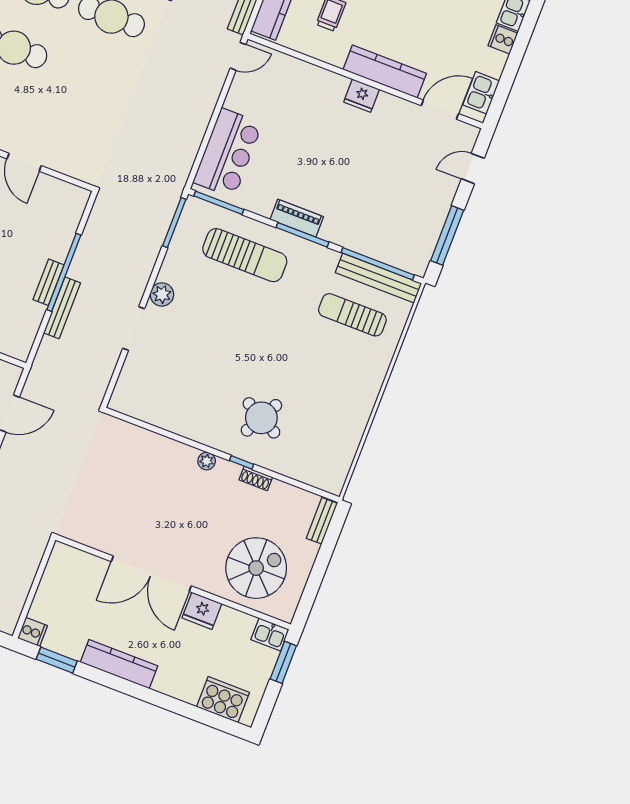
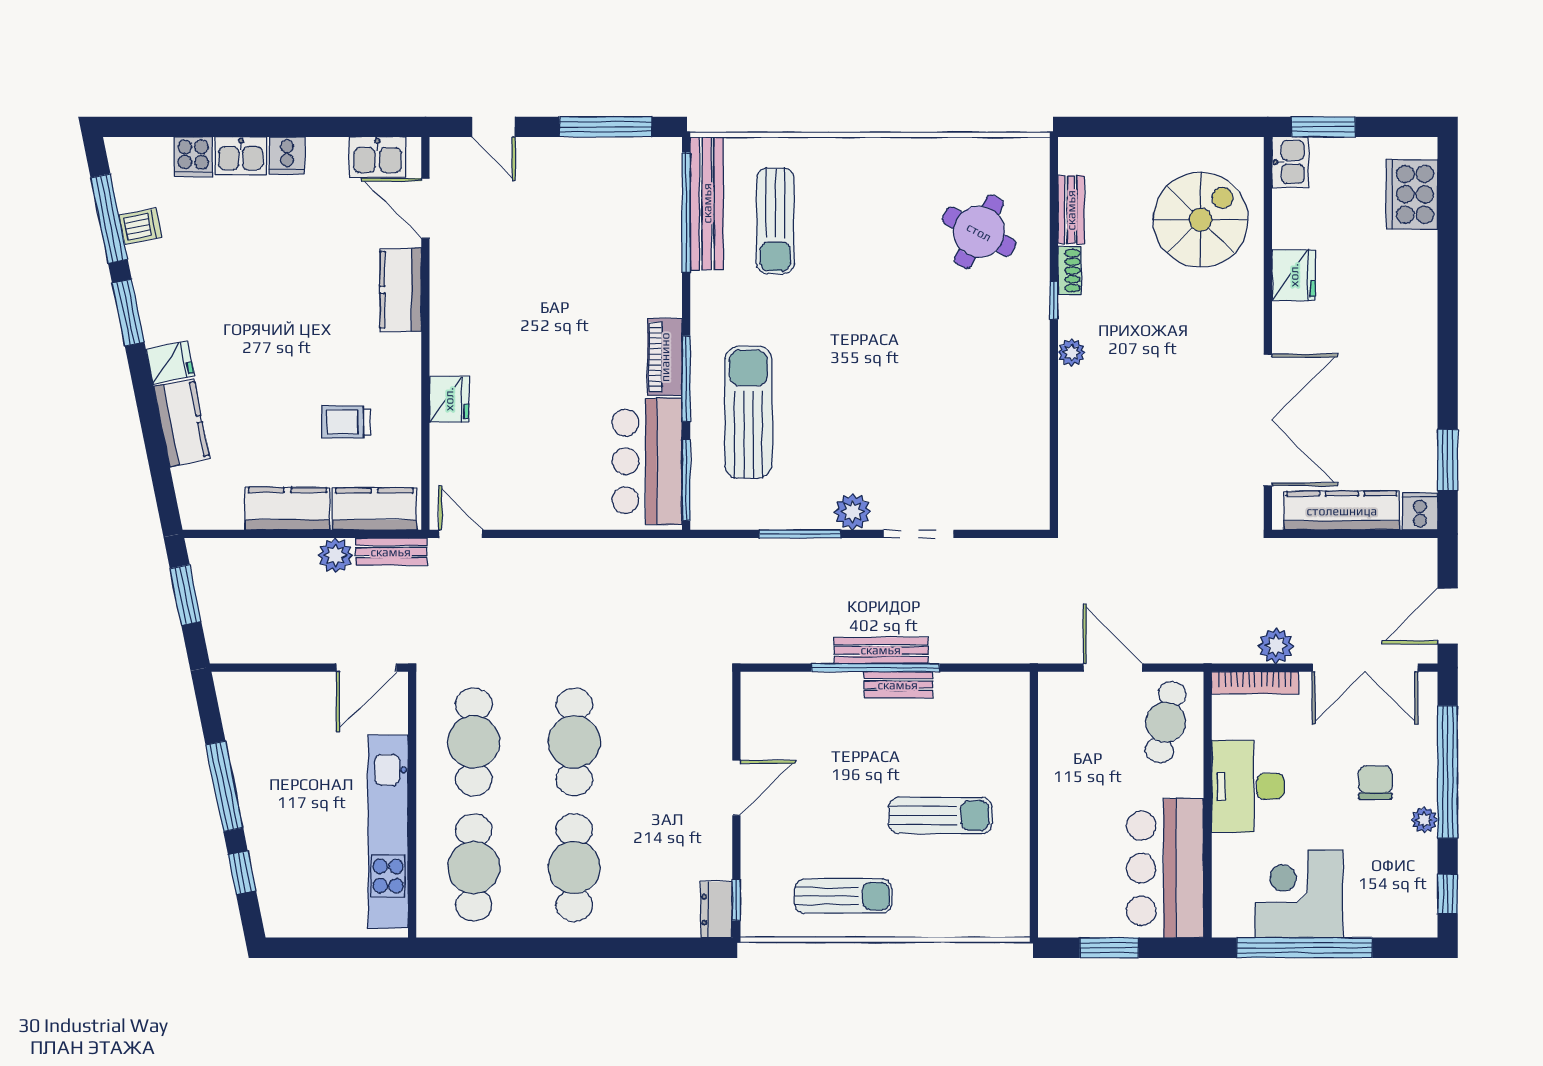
kitchen counter: (385, 72) -> (401, 290), width x0.67
cafe table: (89, 76) -> (574, 742), added
fridge: (362, 96) -> (449, 399), moved
bar counter: (228, 153) -> (647, 461), moved, turned -90
window: (174, 223) -> (800, 534), moved
window: (303, 235) -> (686, 379), moved
bench: (62, 308) -> (881, 650), moved
round table: (261, 418) -> (979, 232), moved
bench: (322, 521) -> (1071, 210), moved, turned 90
spiral stairs: (256, 568) -> (1200, 220), turned 90
double door: (151, 574) -> (1268, 420), moved
kitchen counter: (119, 664) -> (1342, 511), moved, turned 90

